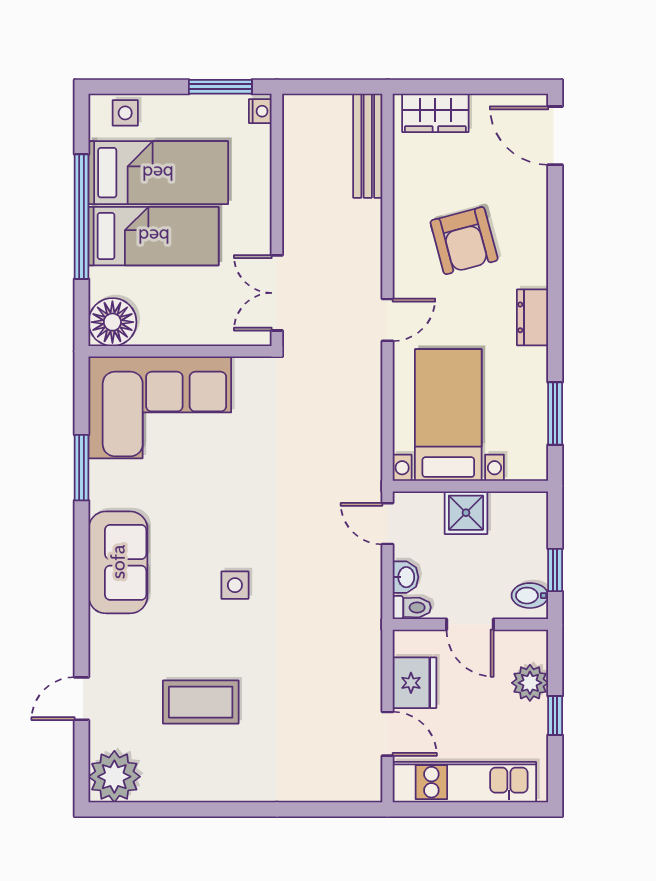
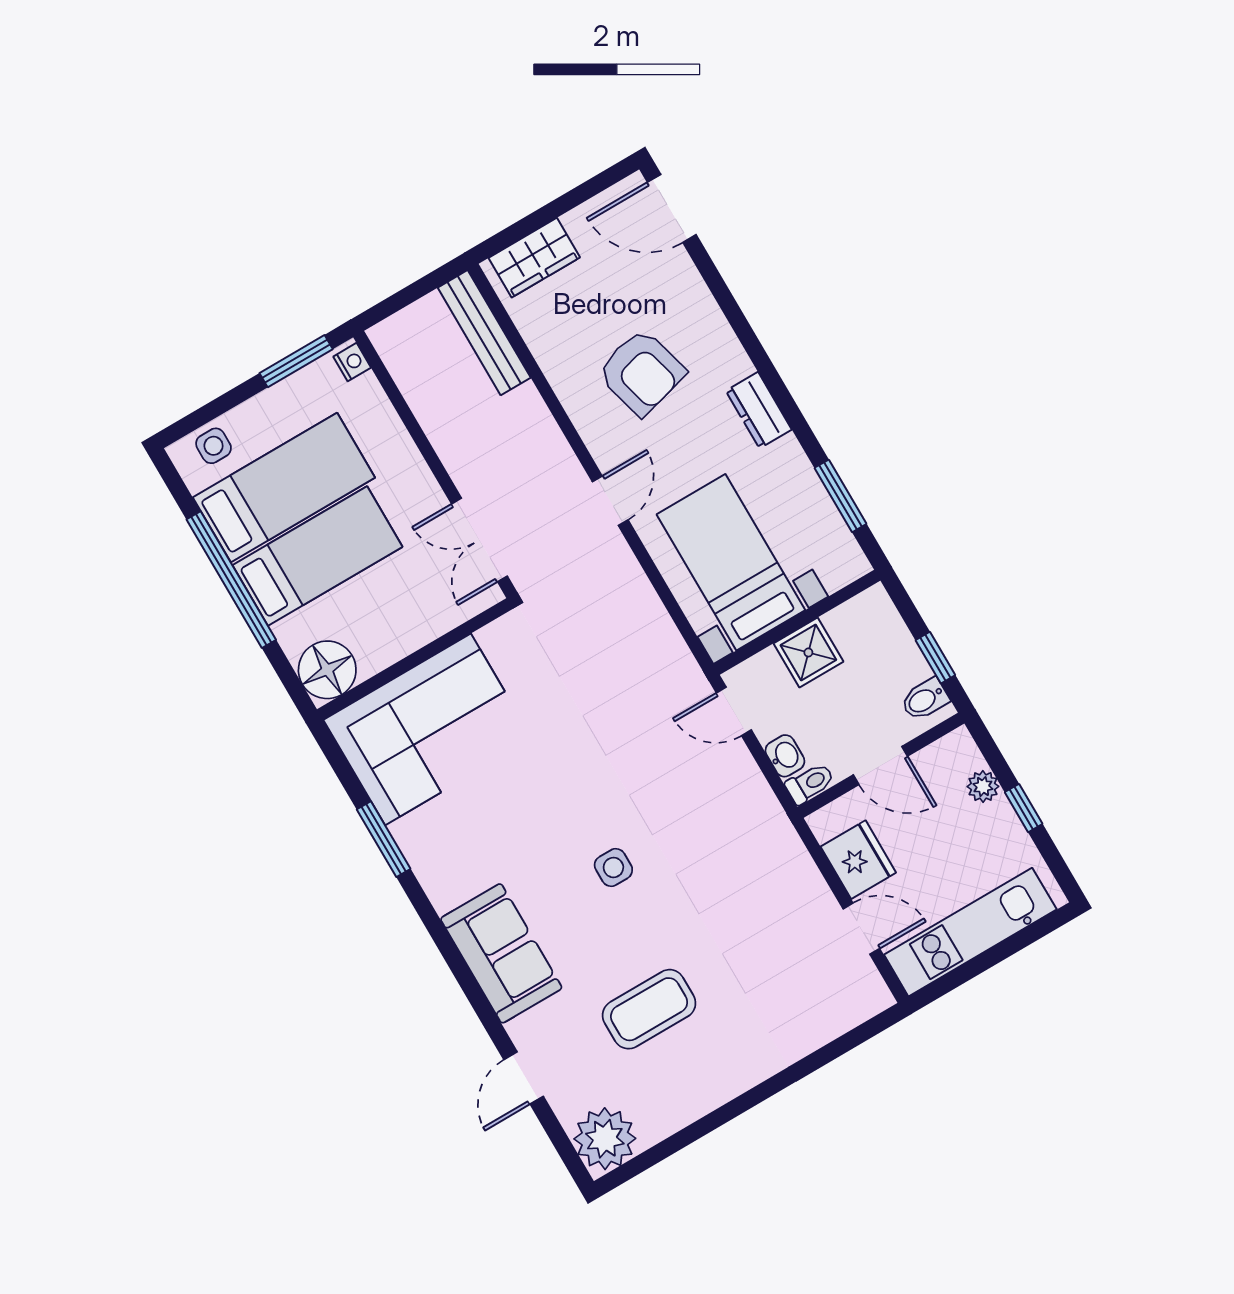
sofa: (118, 562) -> (501, 953), moved
plant: (530, 683) -> (983, 787), width x0.73, depth x0.73

